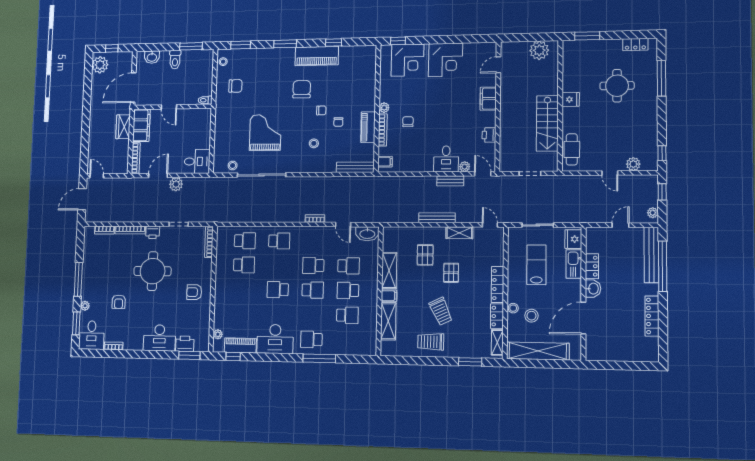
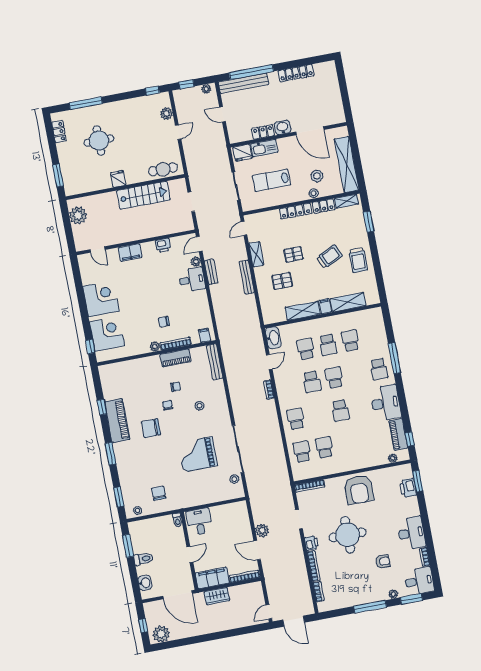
desk: (197, 161) -> (199, 522), moved
armchair: (194, 292) -> (359, 490), width x1.88, depth x1.88
desk: (159, 338) -> (411, 533), moved

